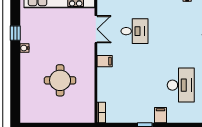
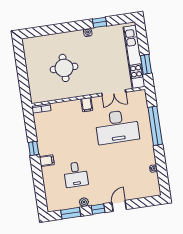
desk: (135, 31) -> (117, 127), width x1.87, depth x1.30
desk: (181, 85) -> (76, 174), width x0.73

